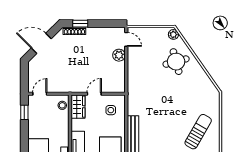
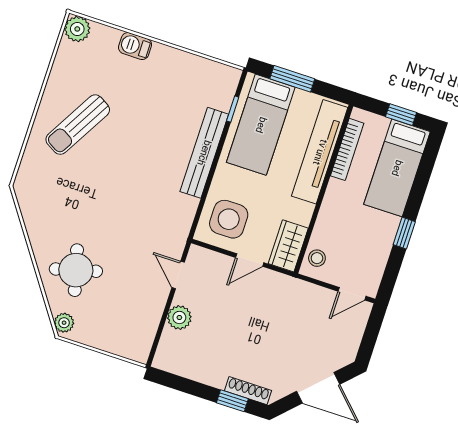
door: (126, 39) -> (178, 275), moved
side table: (111, 110) -> (229, 219), width x1.87, depth x1.87
window: (24, 112) -> (404, 233), moved

